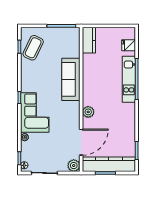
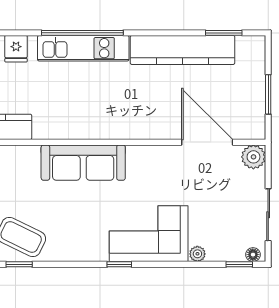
plant: (88, 112) -> (148, 128), removed
kitchen counter: (109, 164) -> (183, 50), moved, turned -90

